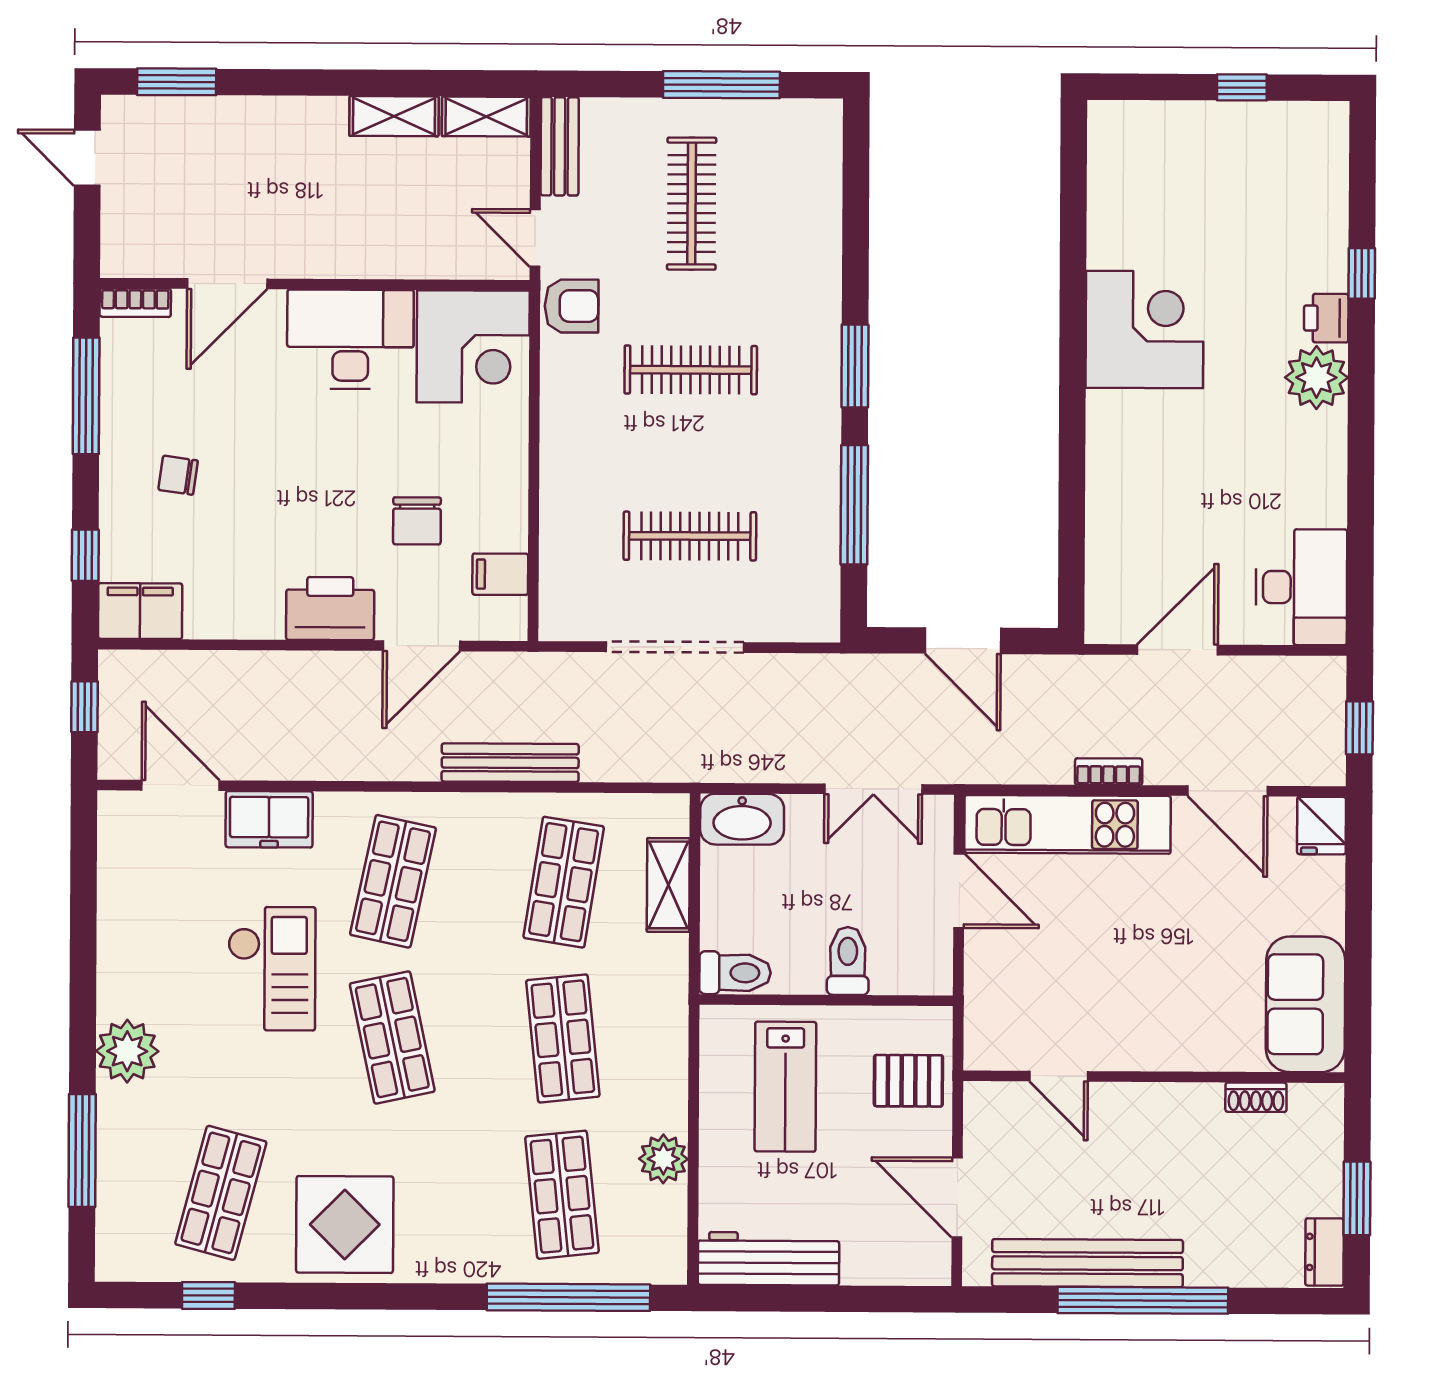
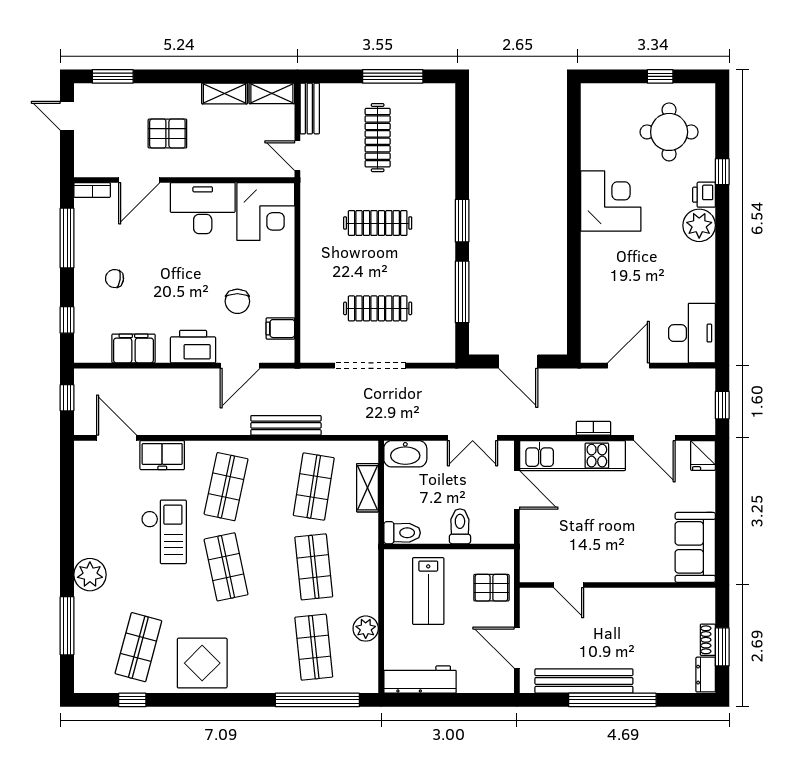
pallet: (283, 193) -> (167, 134), added
round table: (1259, 196) -> (669, 132), added
armchair: (572, 306) -> (316, 191), removed
filing cabinet: (140, 611) -> (134, 348), moved
shoe rack: (1256, 1097) -> (708, 640), moved, turned 90

